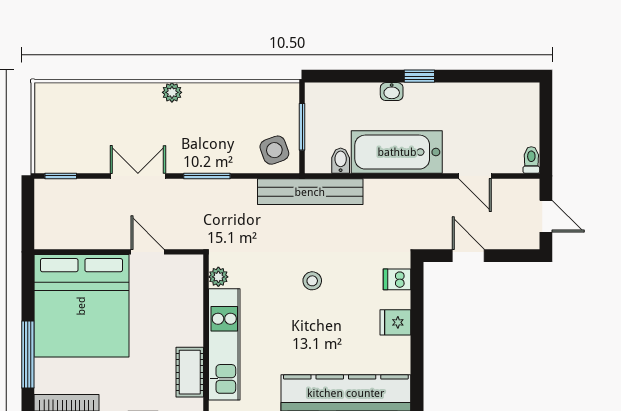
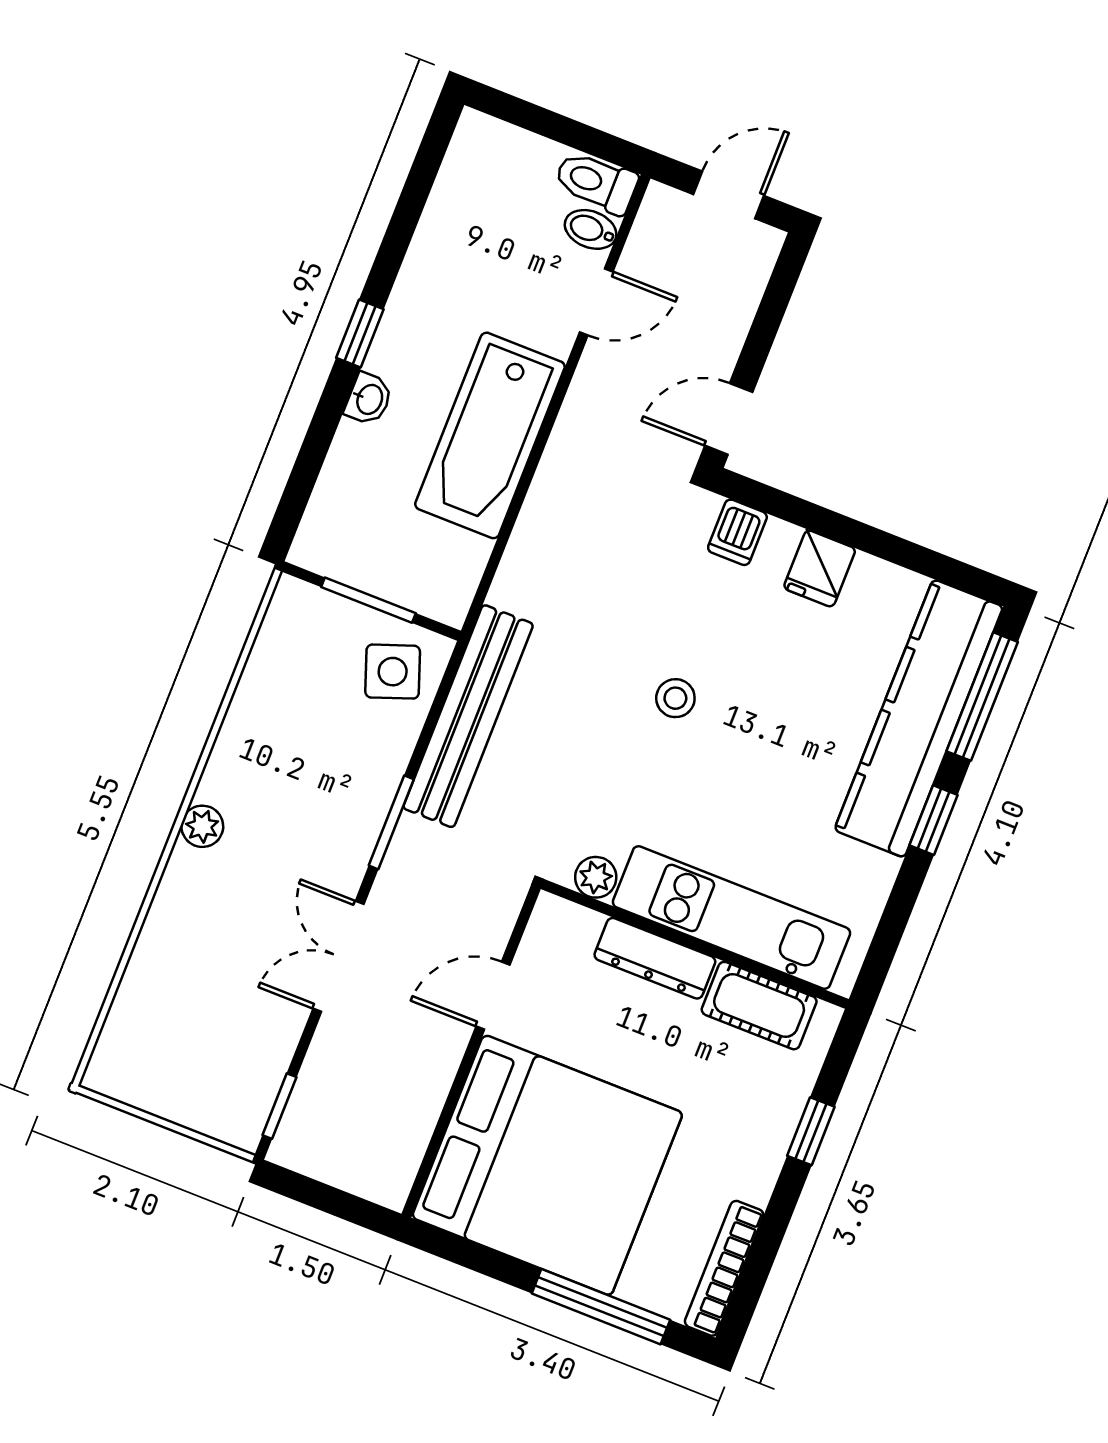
toilet: (531, 160) -> (596, 182), width x1.37, depth x1.39
bidet: (341, 161) -> (591, 229), moved
bench: (310, 192) -> (468, 716), moved
door: (468, 256) -> (729, 419), moved
dresser: (193, 317) -> (655, 958), added

